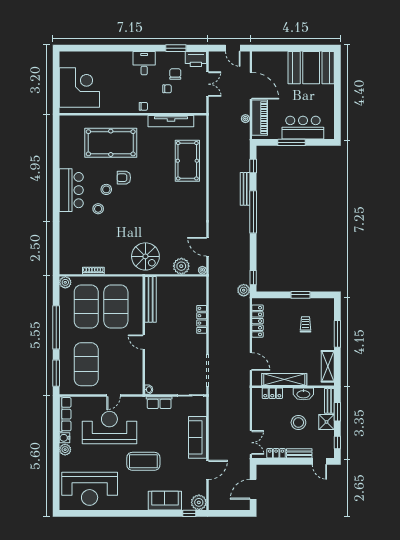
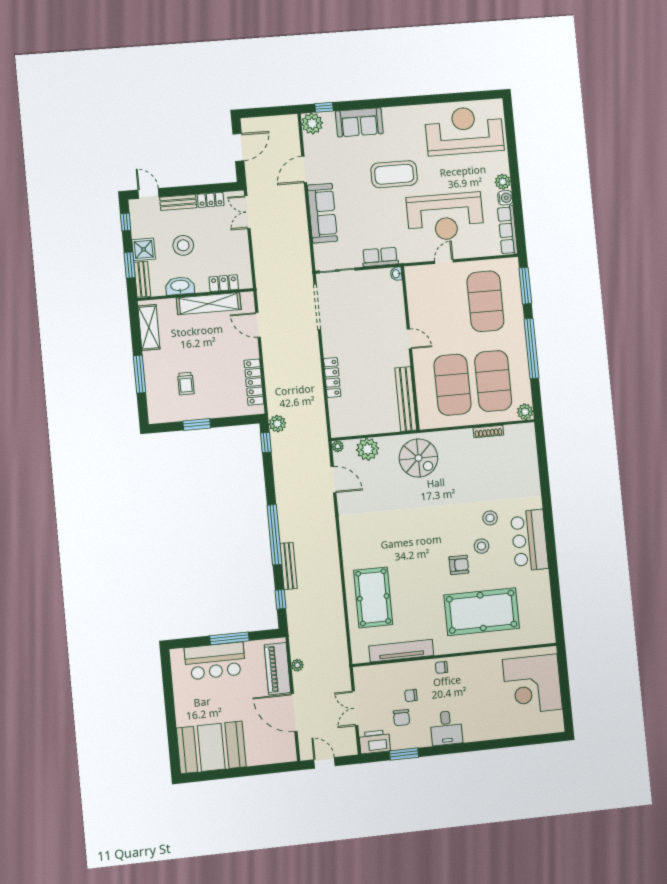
spiral stairs: (145, 256) -> (418, 458), turned 180

